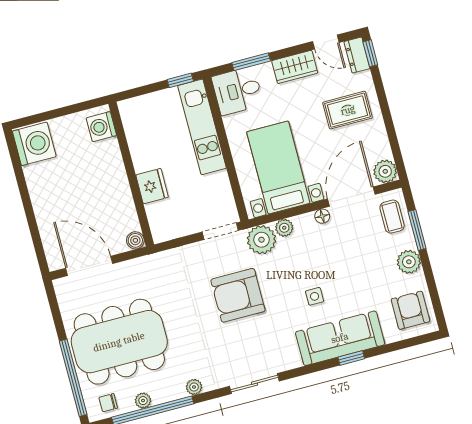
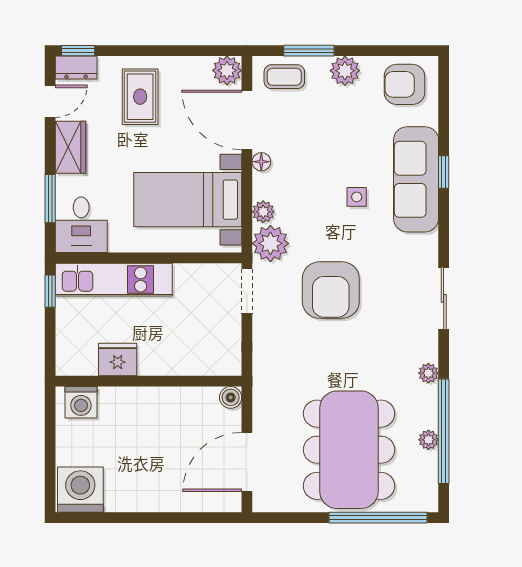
fridge: (152, 186) -> (118, 360), moved
chair: (108, 403) -> (420, 483), removed

